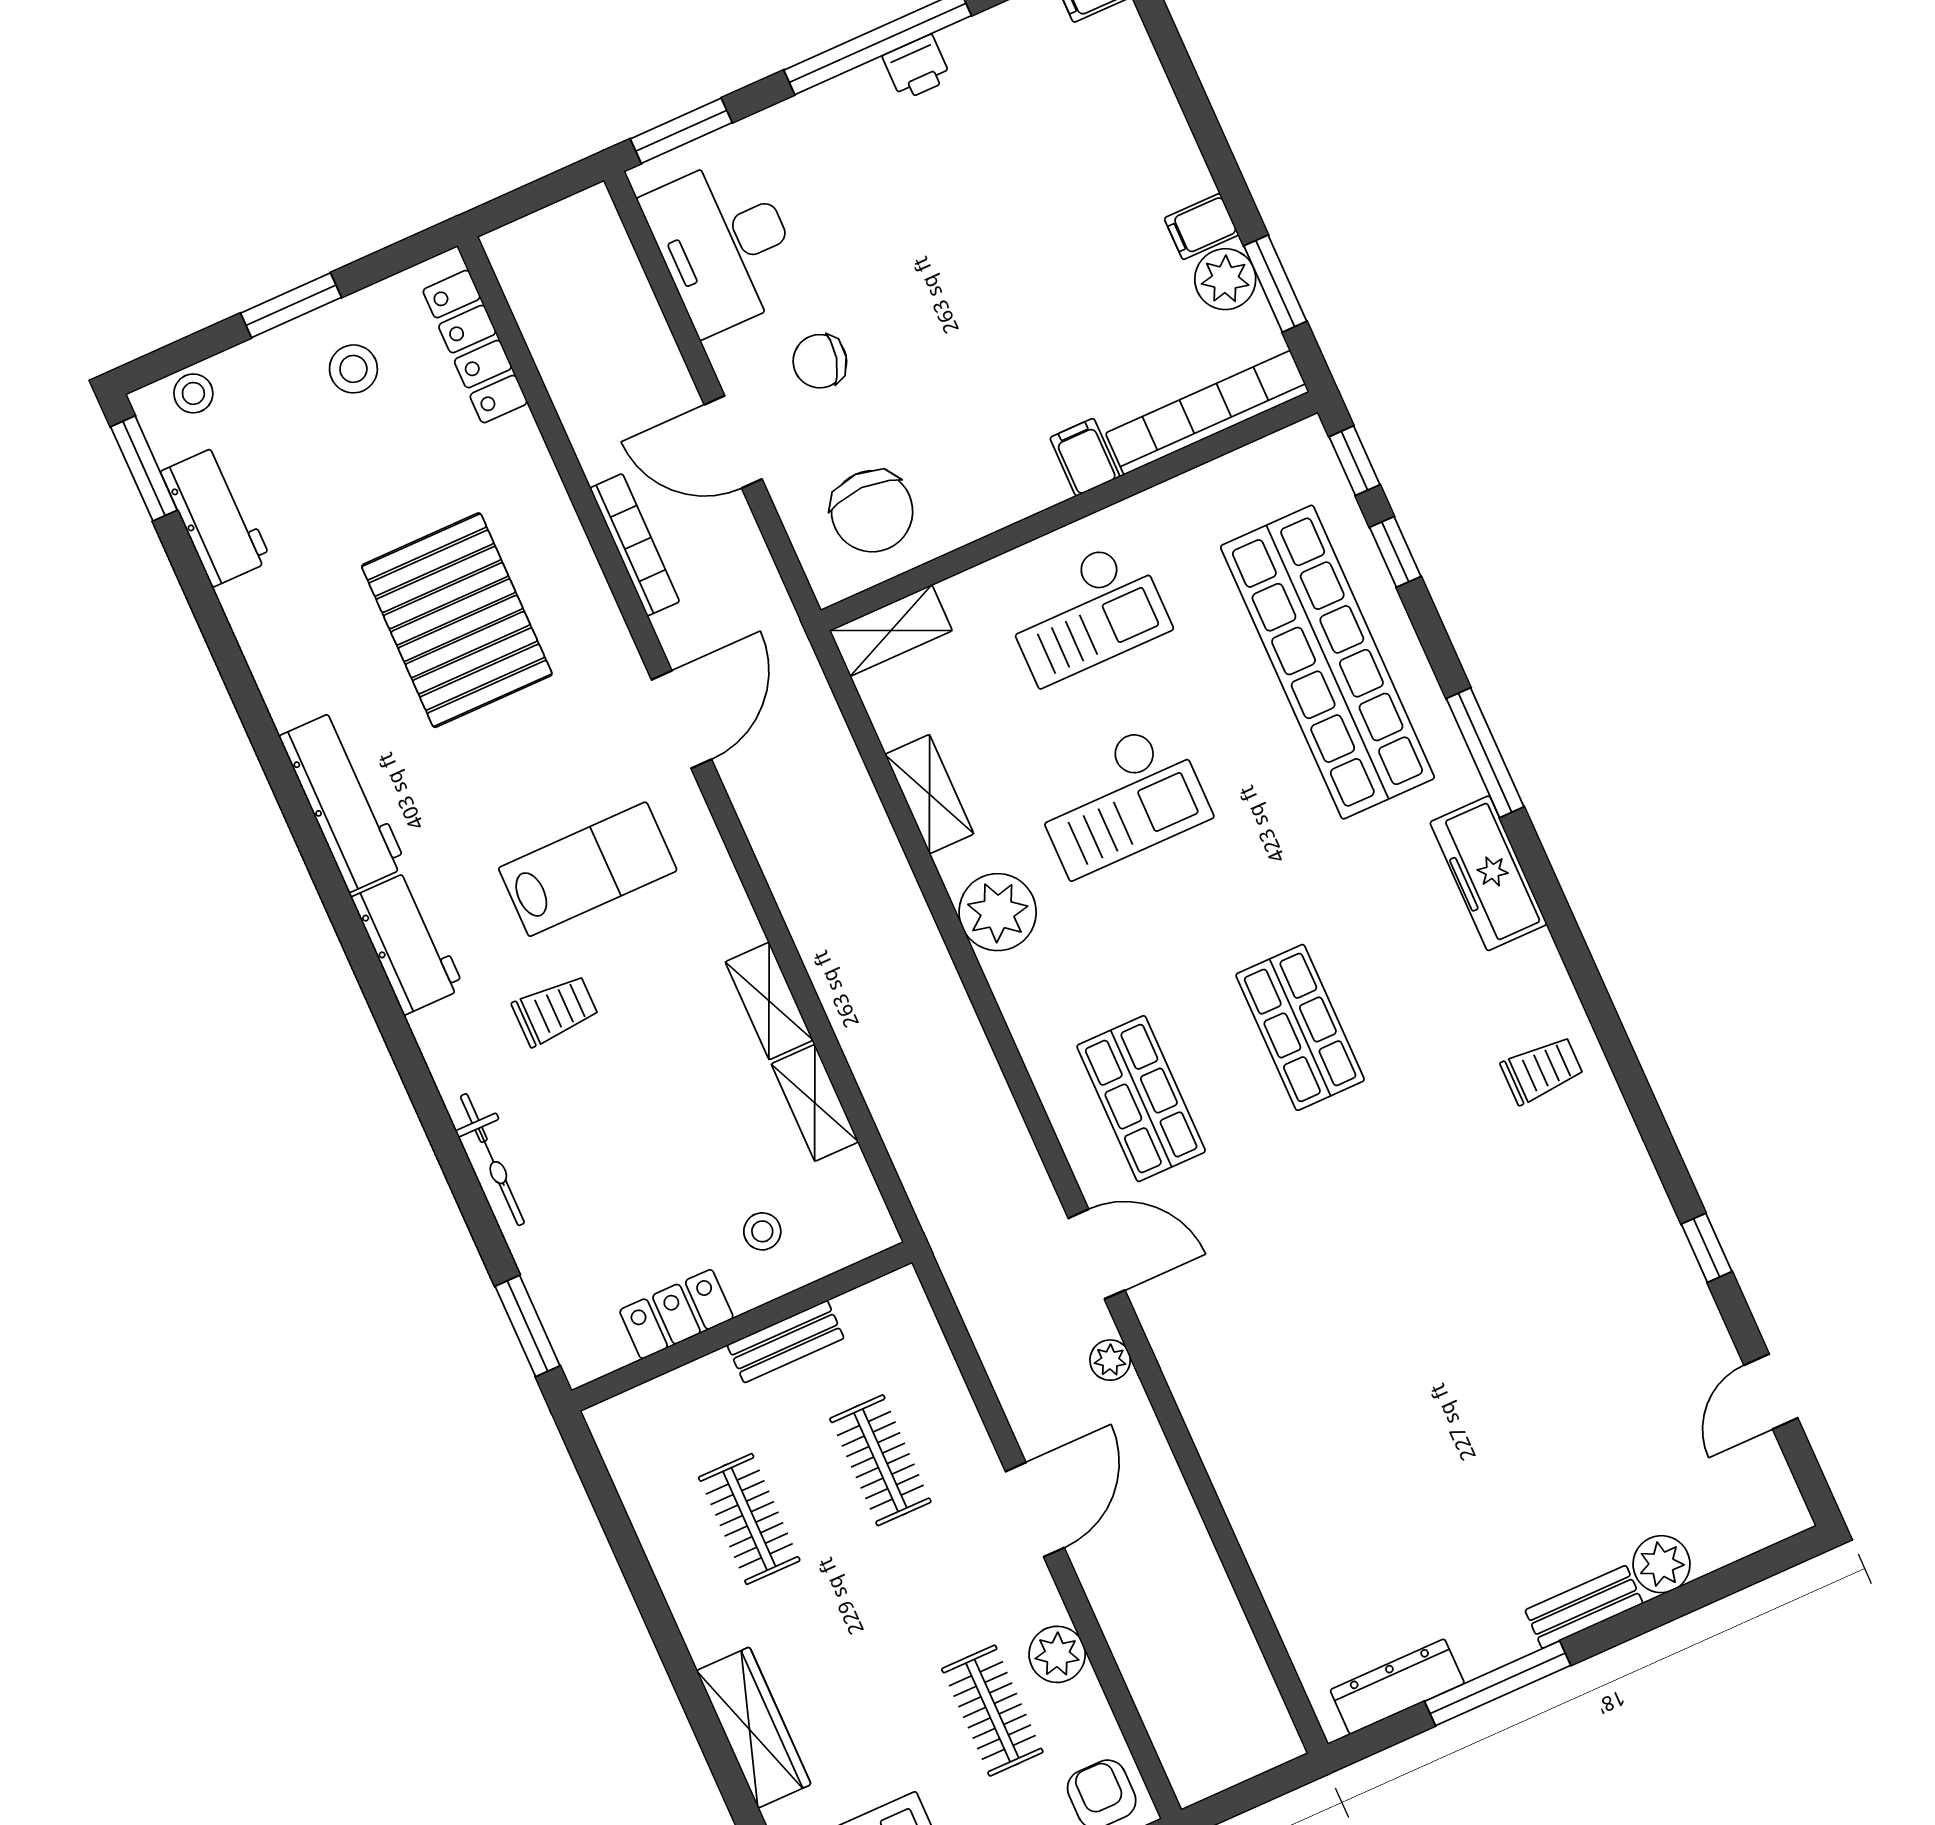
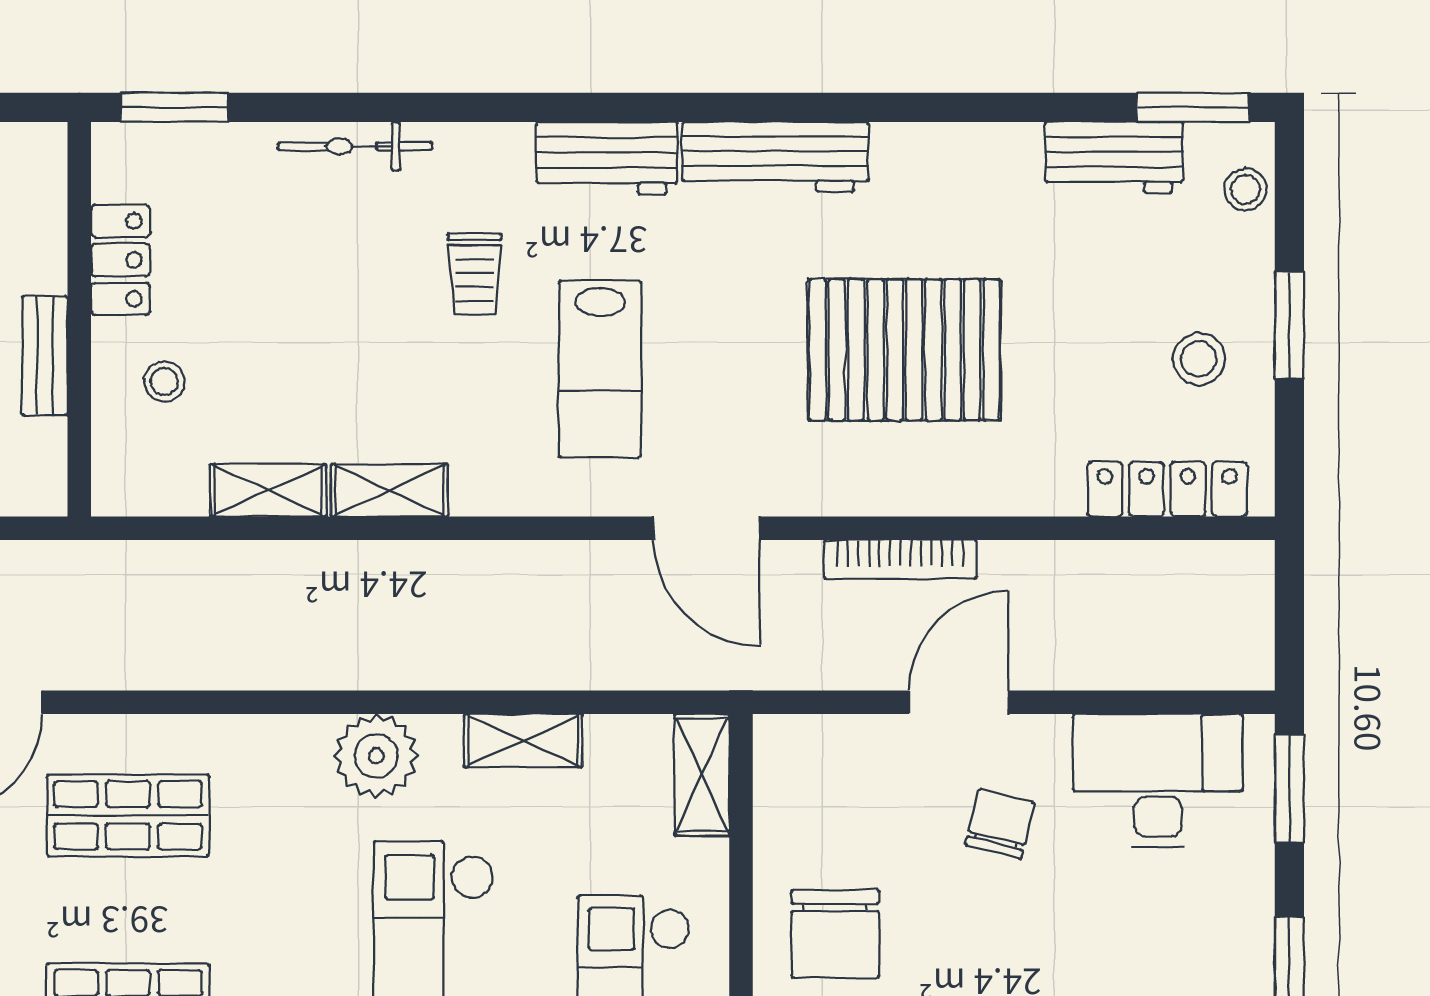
chair: (872, 511) -> (835, 934), moved, turned -90

